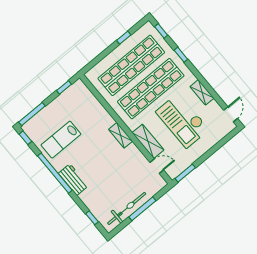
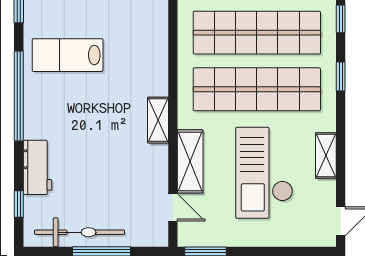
workbench: (73, 180) -> (37, 167), moved

